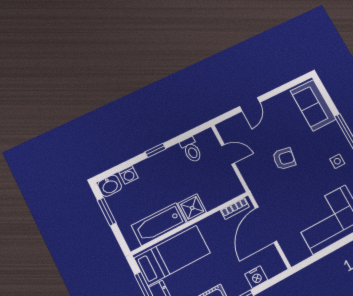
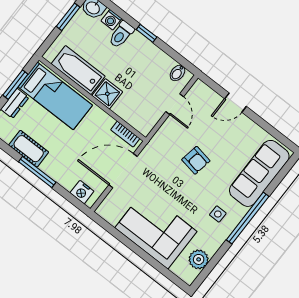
sofa: (313, 105) -> (259, 173), width x1.36
bidet: (202, 140) -> (178, 73), added
toilet: (191, 150) -> (121, 34), moved
nightstand: (256, 277) -> (82, 192), moved

